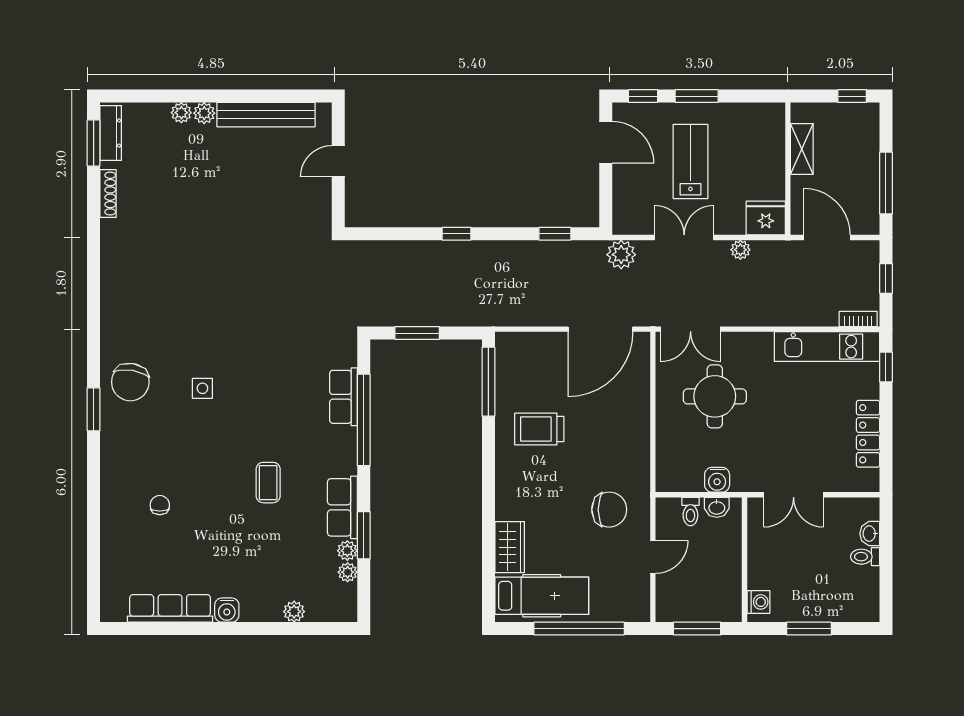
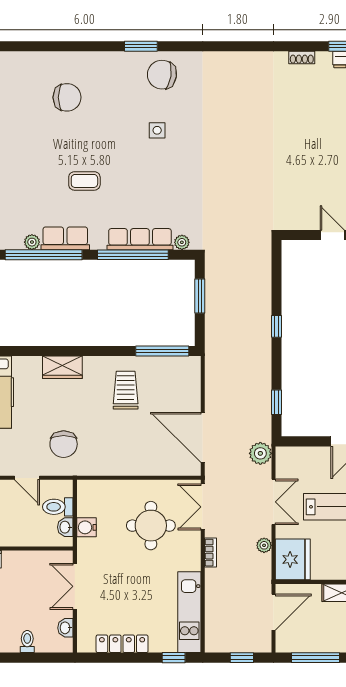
shoe rack: (108, 194) -> (302, 57), width x0.70
fridge: (766, 218) -> (293, 559), width x1.36, depth x1.34
bookcase: (858, 319) -> (211, 553), moved
row of seats: (343, 397) -> (140, 239), width x1.48
chair: (160, 505) -> (67, 97), width x1.87, depth x1.87
toilet: (690, 512) -> (58, 507), width x1.37, depth x1.39
washbasin: (870, 534) -> (65, 628), moved, turned -90
window: (364, 535) -> (44, 255), width x2.11
wardrobe: (510, 547) -> (62, 367), moved
plant: (348, 572) -> (182, 242), moved

